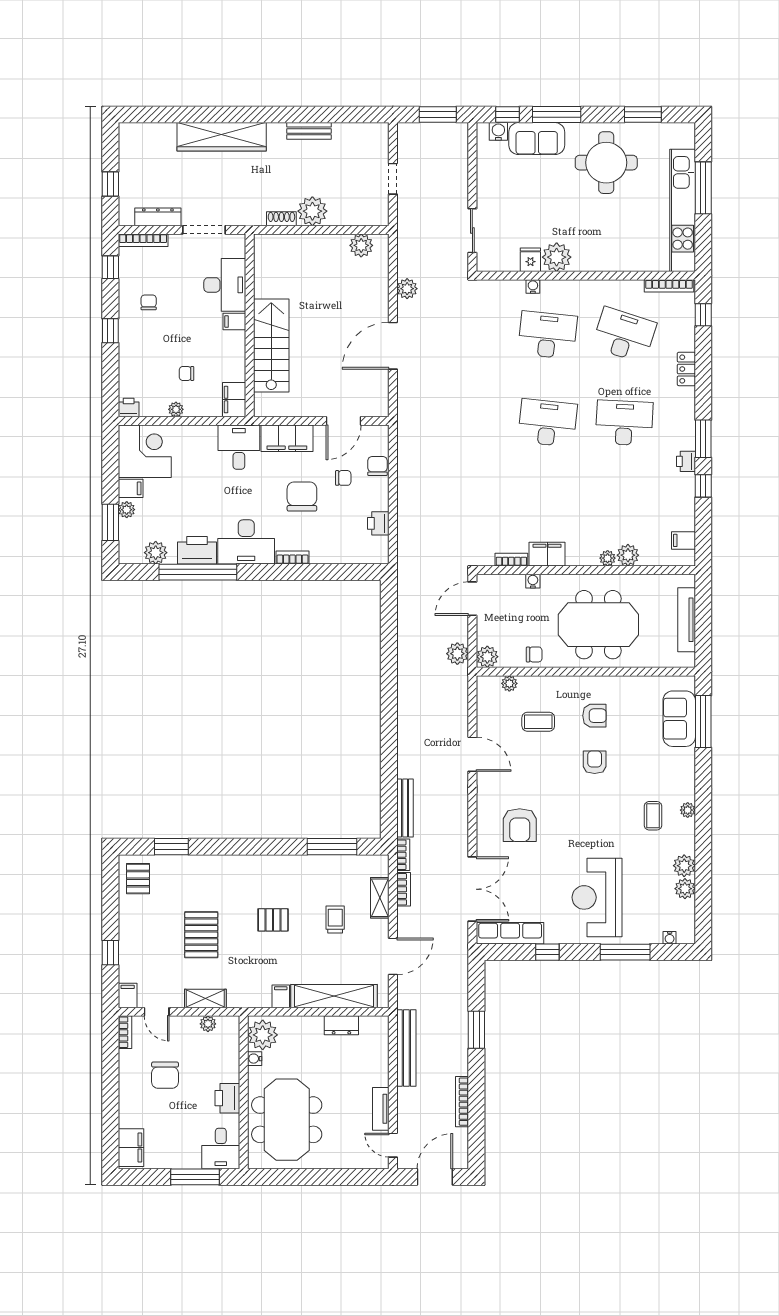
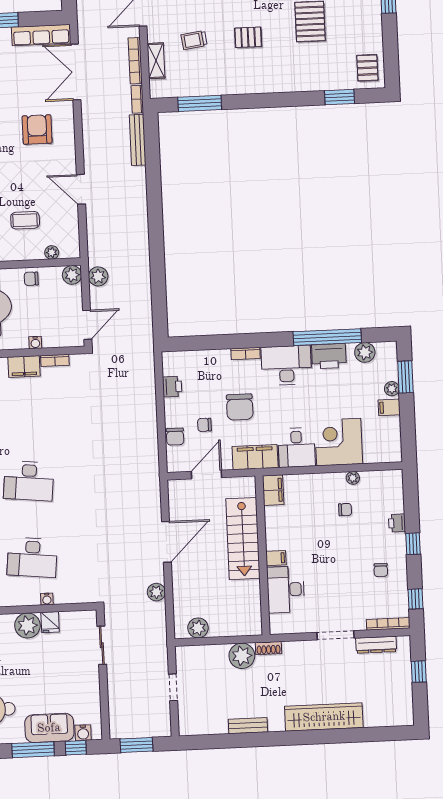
desk: (225, 285) -> (286, 590), moved
filing cabinet: (234, 322) -> (276, 558), moved
wall: (250, 325) -> (263, 555), moved
stairs: (271, 346) -> (243, 539), moved
filing cabinet: (234, 400) -> (273, 490), moved
printer: (129, 408) -> (397, 523), moved, turned 90
corner desk: (145, 451) -> (339, 442), moved, turned 90
bookcase: (404, 889) -> (135, 61), width x1.56
trolley: (335, 920) -> (194, 40), turned 82

